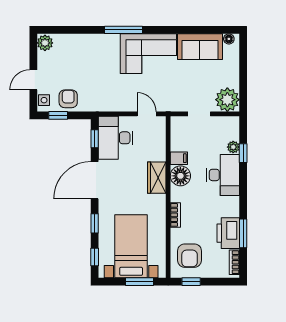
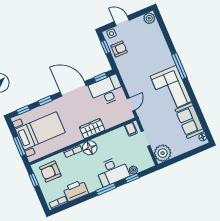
filing cabinet: (179, 158) -> (131, 129), moved
floor lamp: (180, 176) -> (90, 148), moved
window: (243, 233) -> (106, 189), moved

